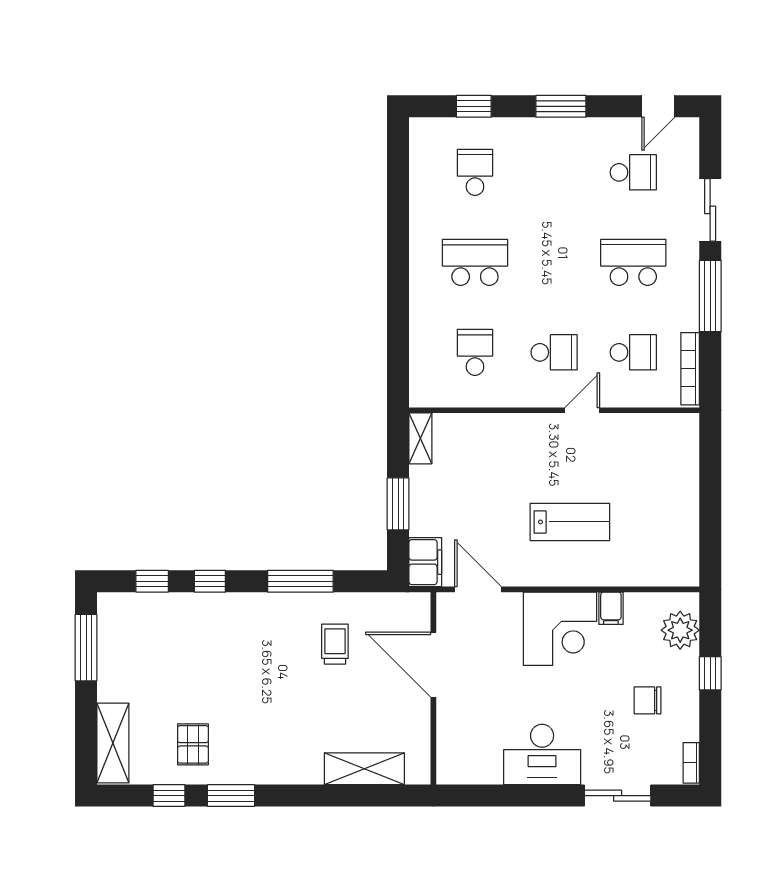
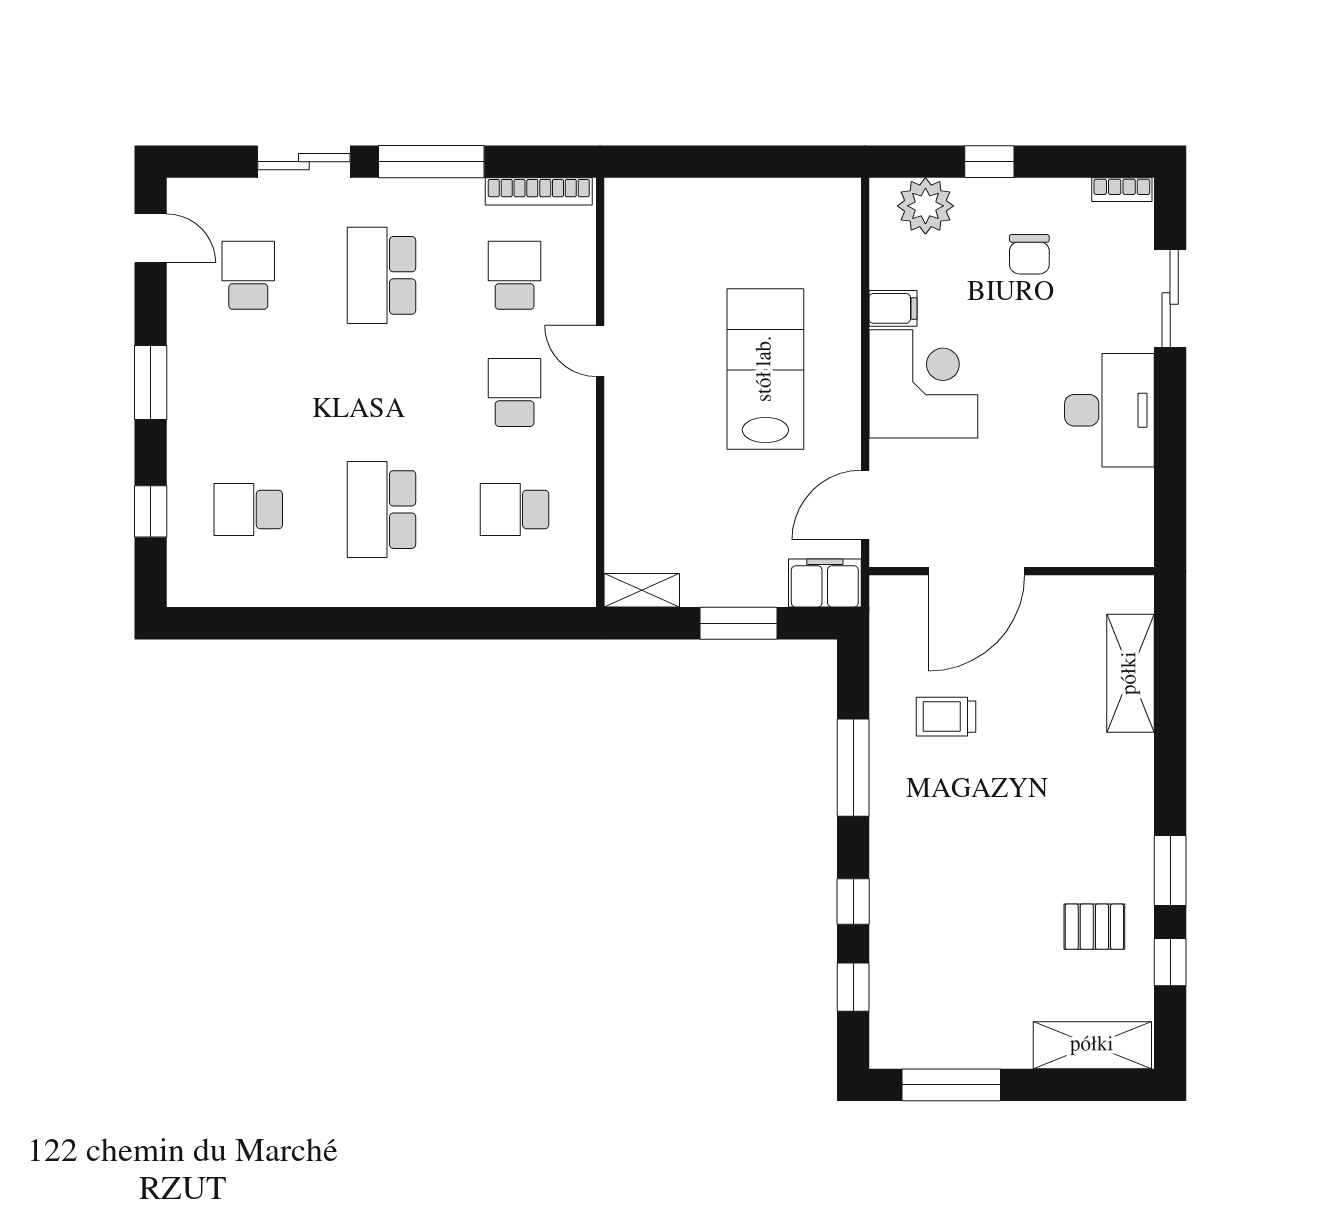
lab bench: (570, 522) -> (765, 369), width x1.36, depth x1.39

